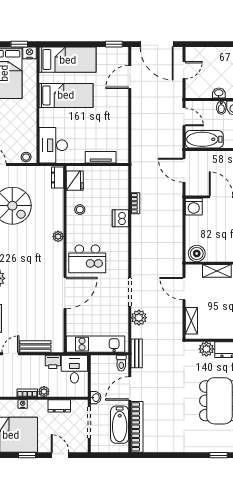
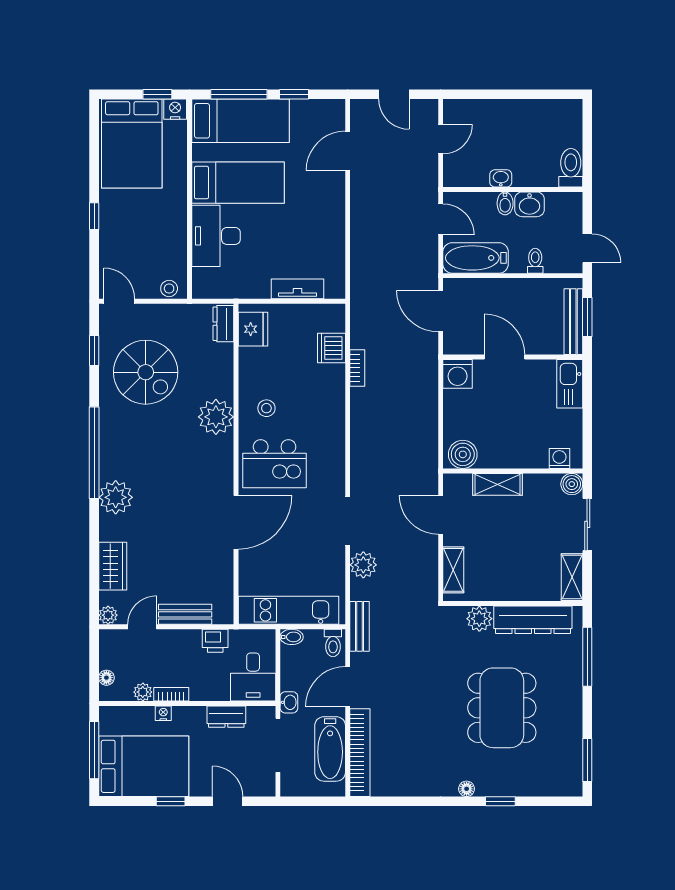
window: (67, 44) -> (239, 94), added
window: (114, 44) -> (294, 94), moved
door: (157, 44) -> (394, 94), width x0.53
desk: (53, 145) -> (216, 236), moved
stool: (80, 210) -> (266, 408), moved
dishwasher: (120, 218) -> (331, 348), moved
plant: (58, 236) -> (216, 417), width x1.87, depth x1.87
bidet: (97, 360) -> (292, 637), added
desk: (74, 369) -> (253, 677), moved, turned 180
plant: (44, 392) -> (143, 692), moved
floor lamp: (199, 448) -> (467, 789), added

